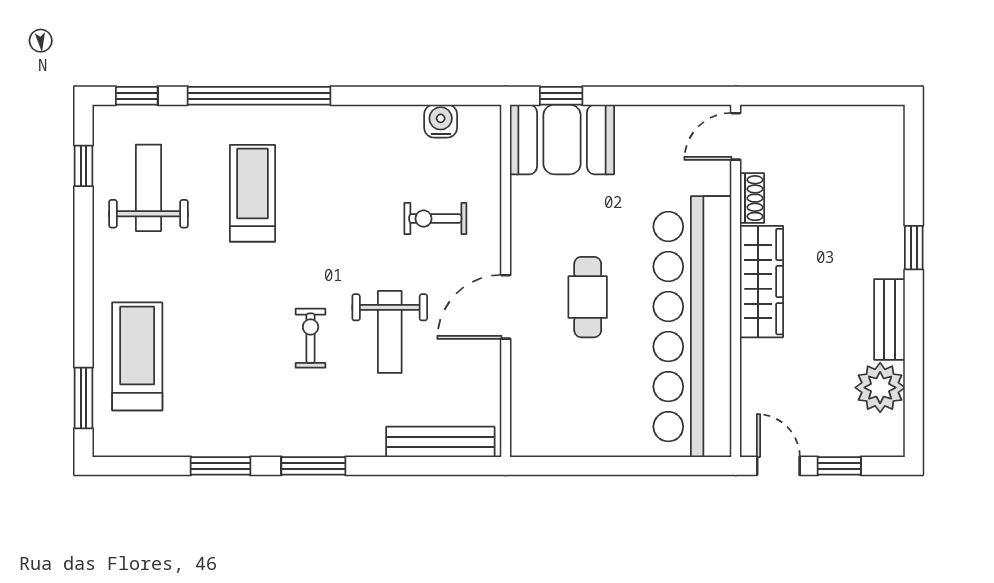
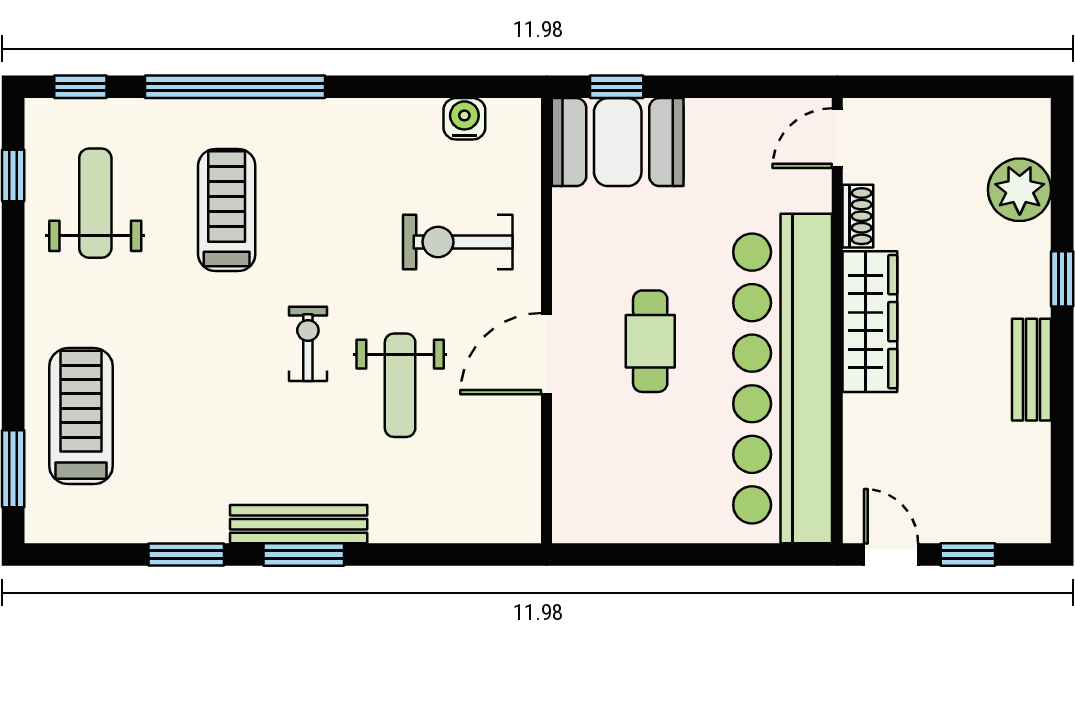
exercise bike: (435, 219) -> (458, 242), width x1.38, depth x1.39
exercise bike: (311, 338) -> (308, 344), moved
plant: (880, 388) -> (1020, 190), moved
bench: (440, 442) -> (299, 524), moved

